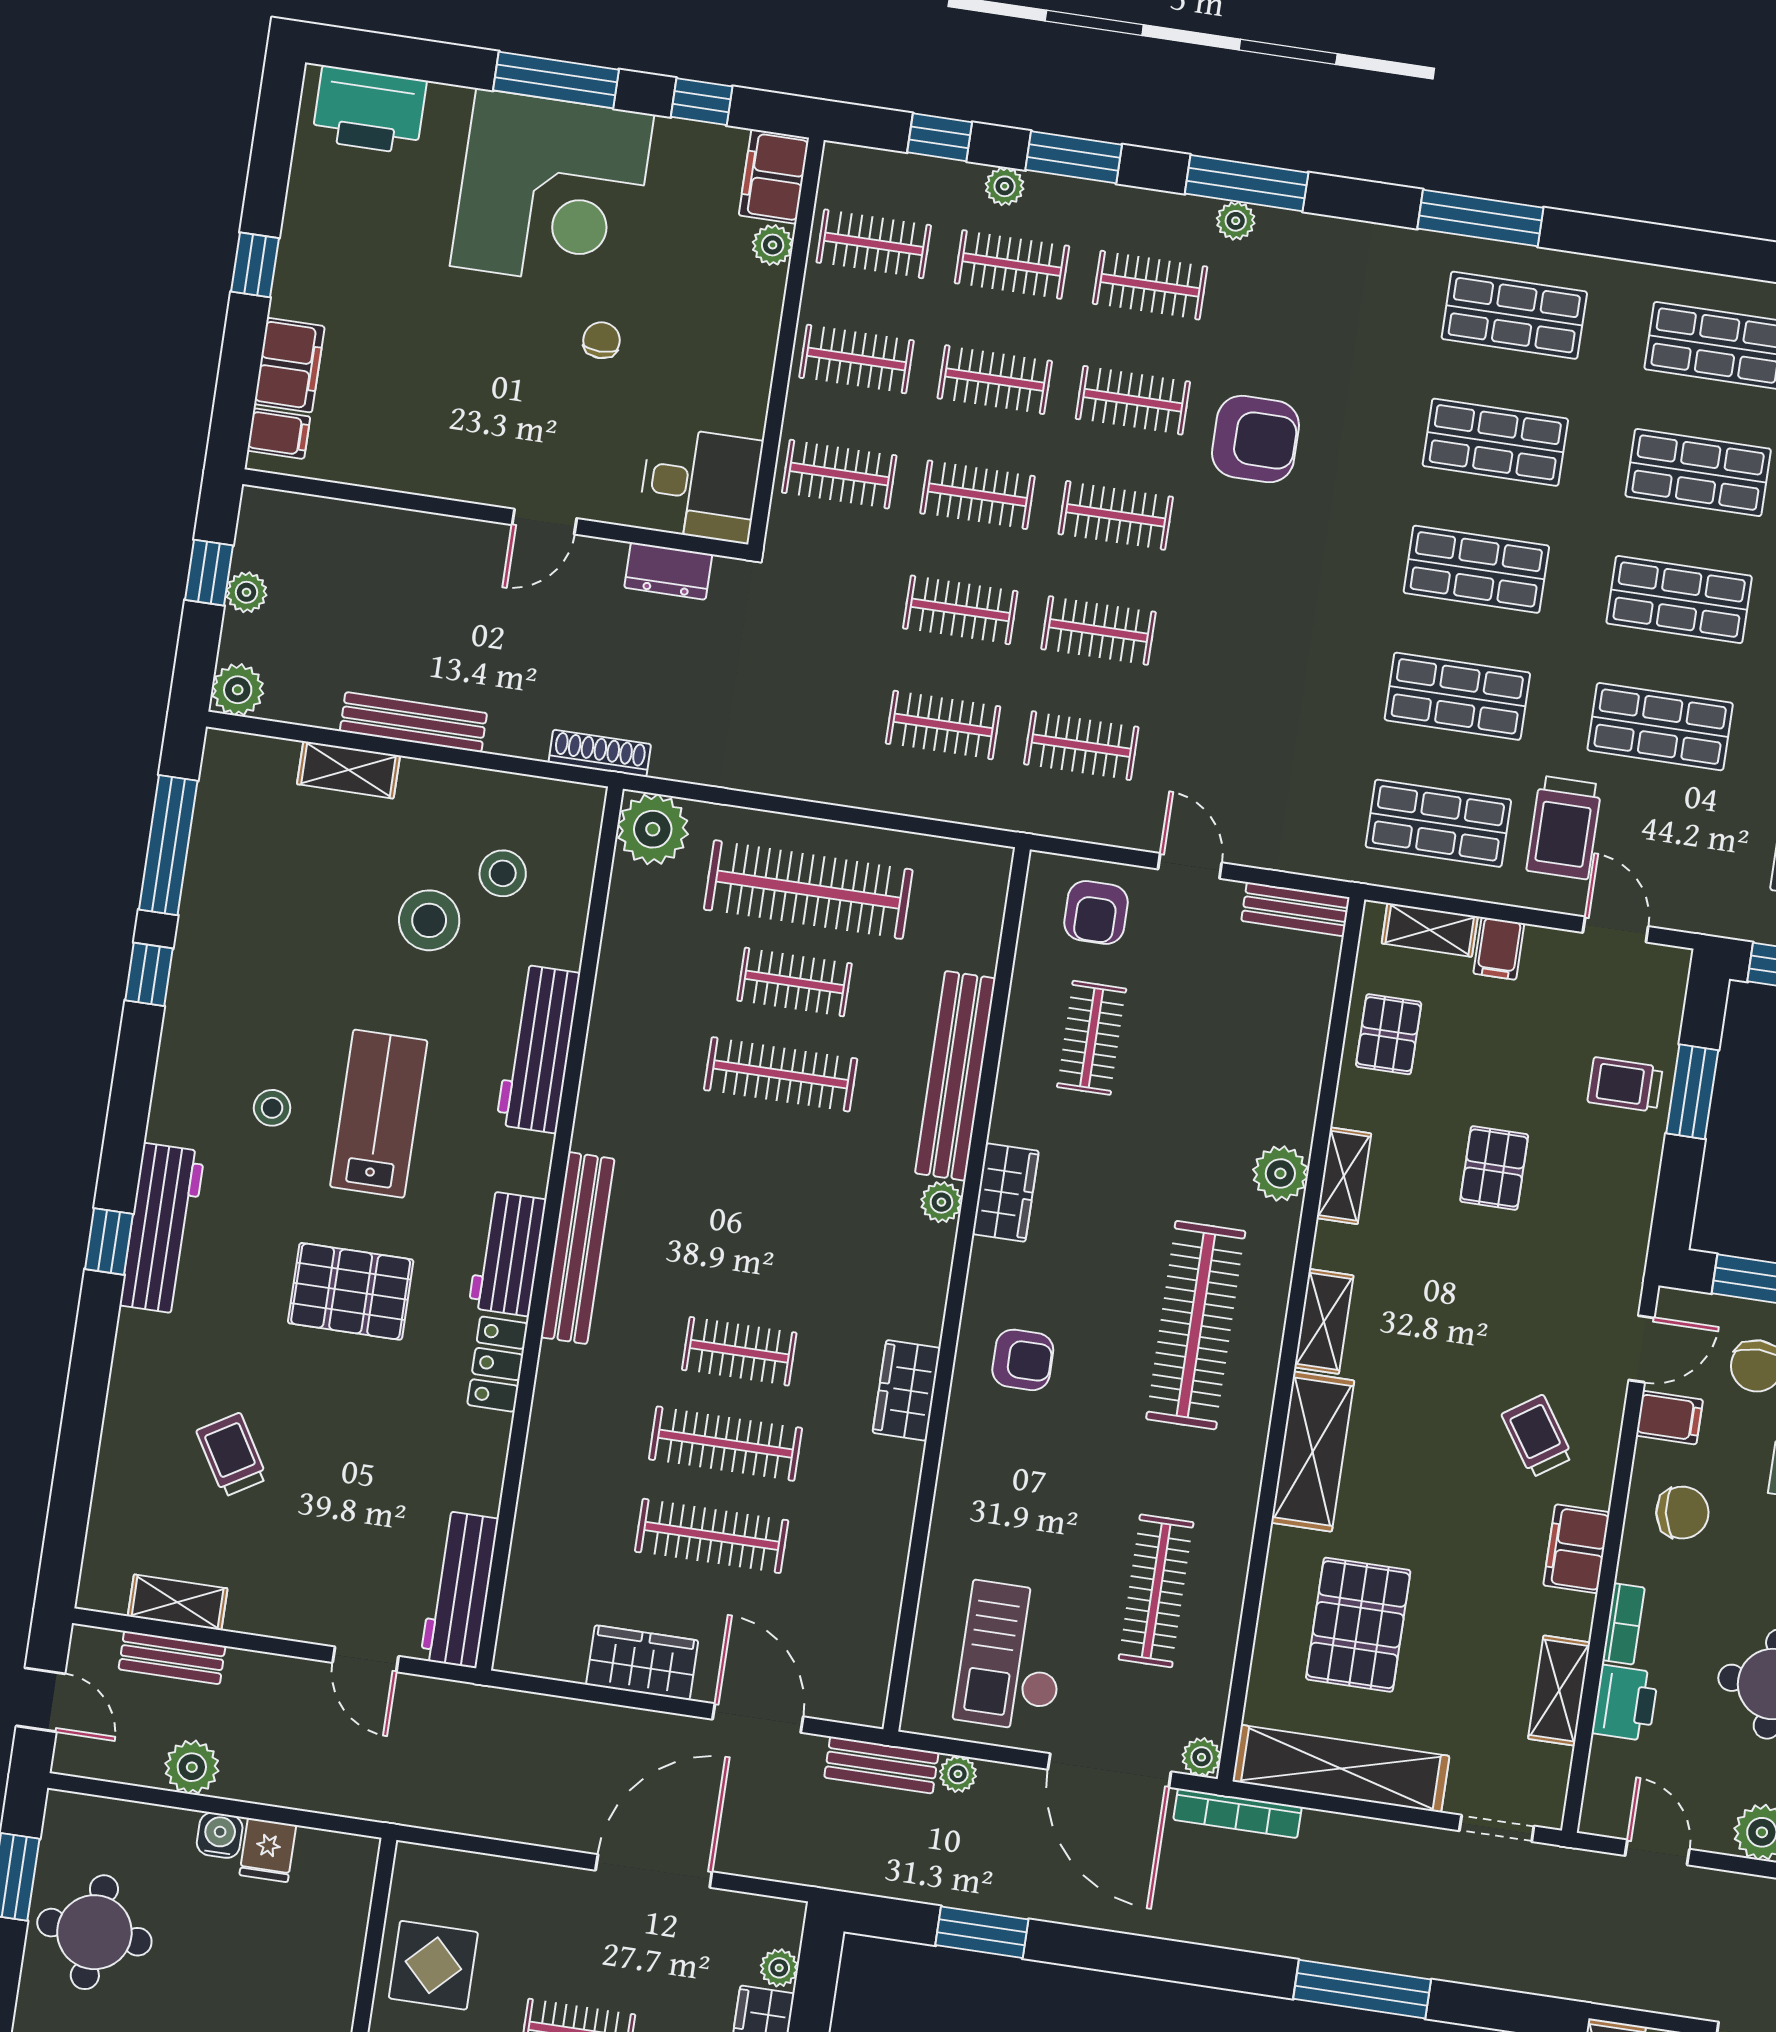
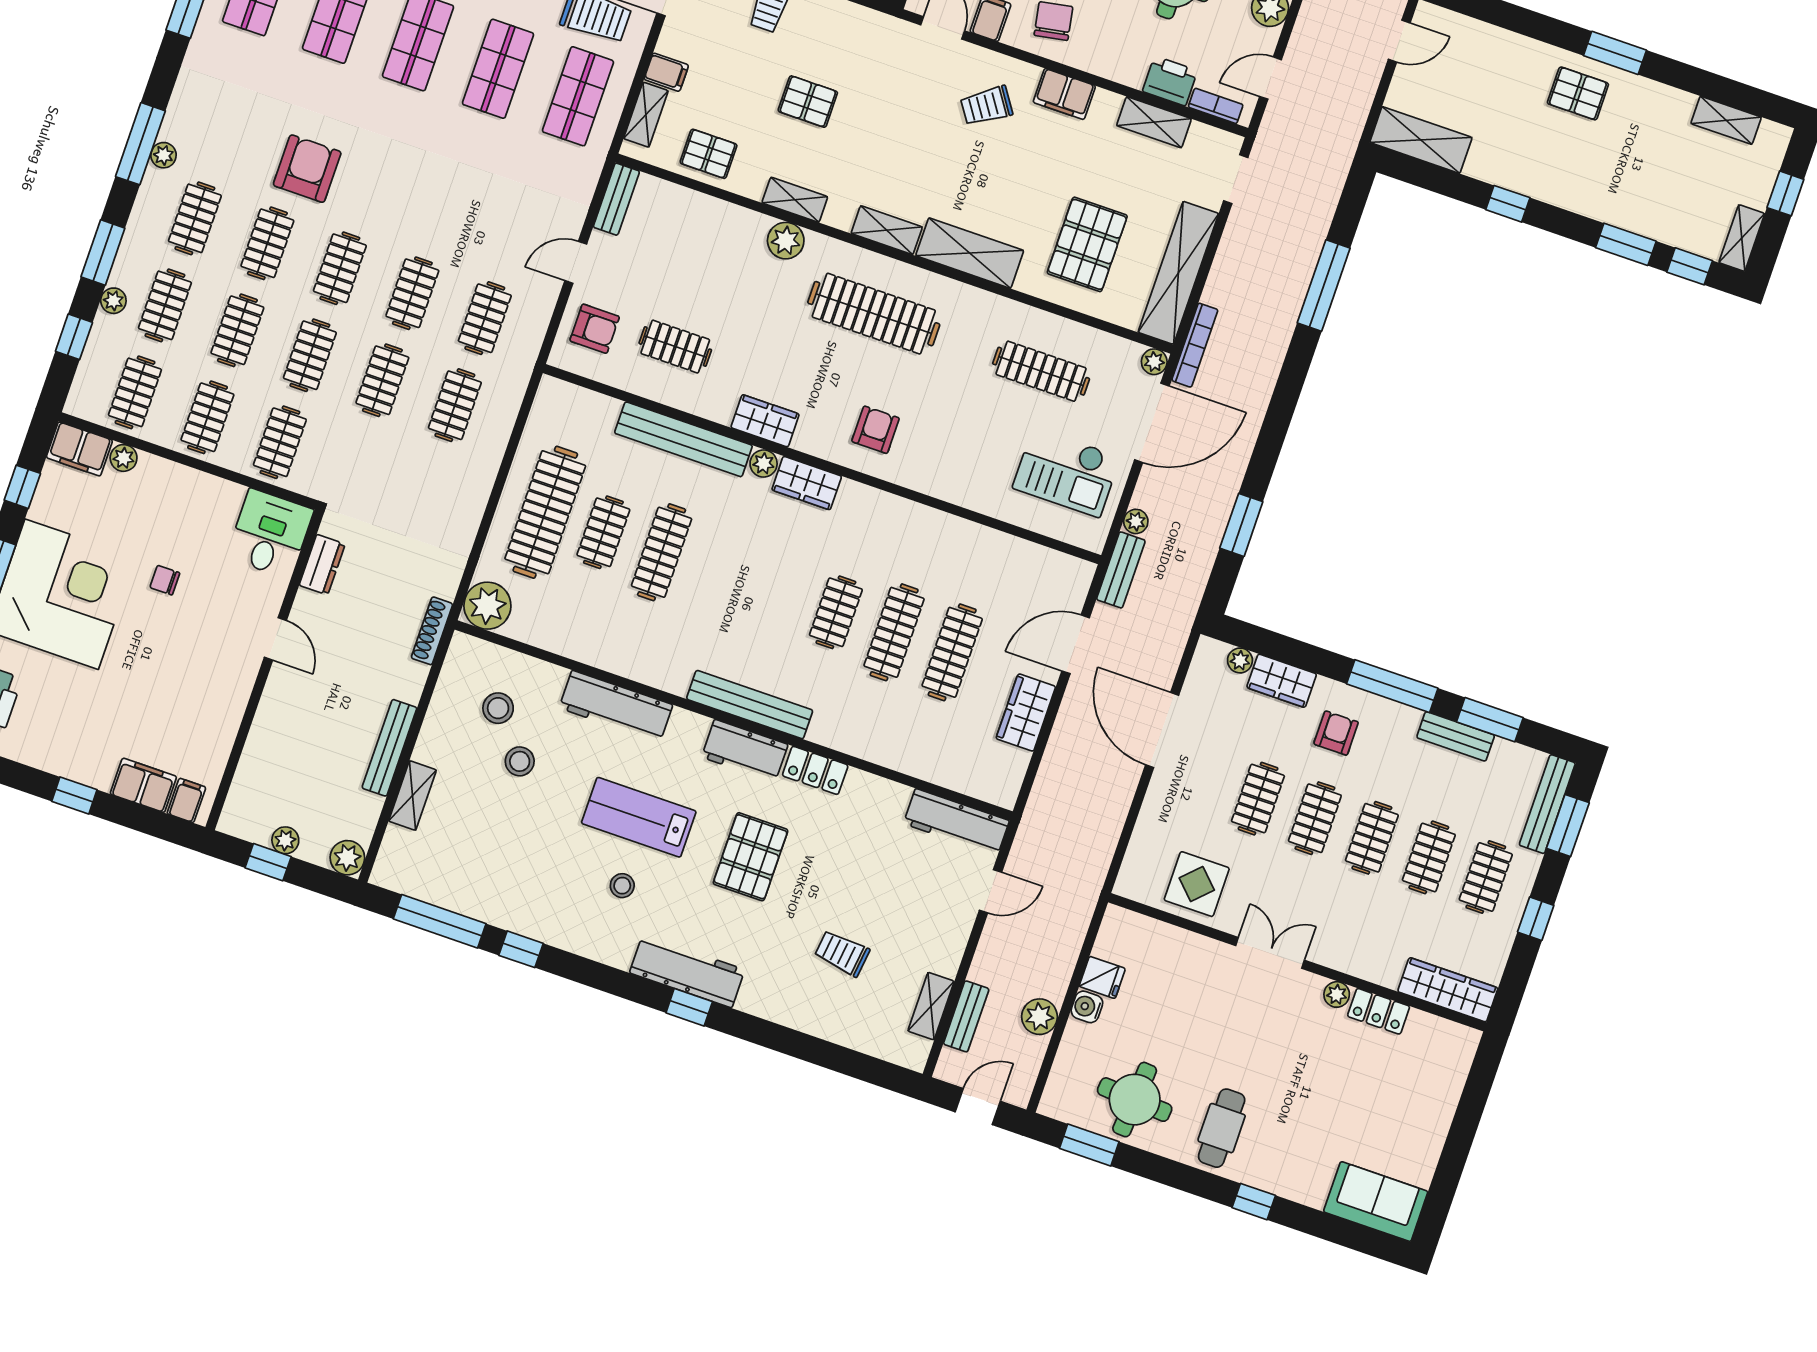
stool: (429, 920) -> (520, 761), width x0.73, depth x0.73
wardrobe: (906, 1390) -> (807, 483), moved
trolley: (232, 1455) -> (842, 953), turned 38
bookcase: (1624, 1624) -> (1216, 106), moved
pallet: (1358, 1625) -> (1087, 244), turned 90

